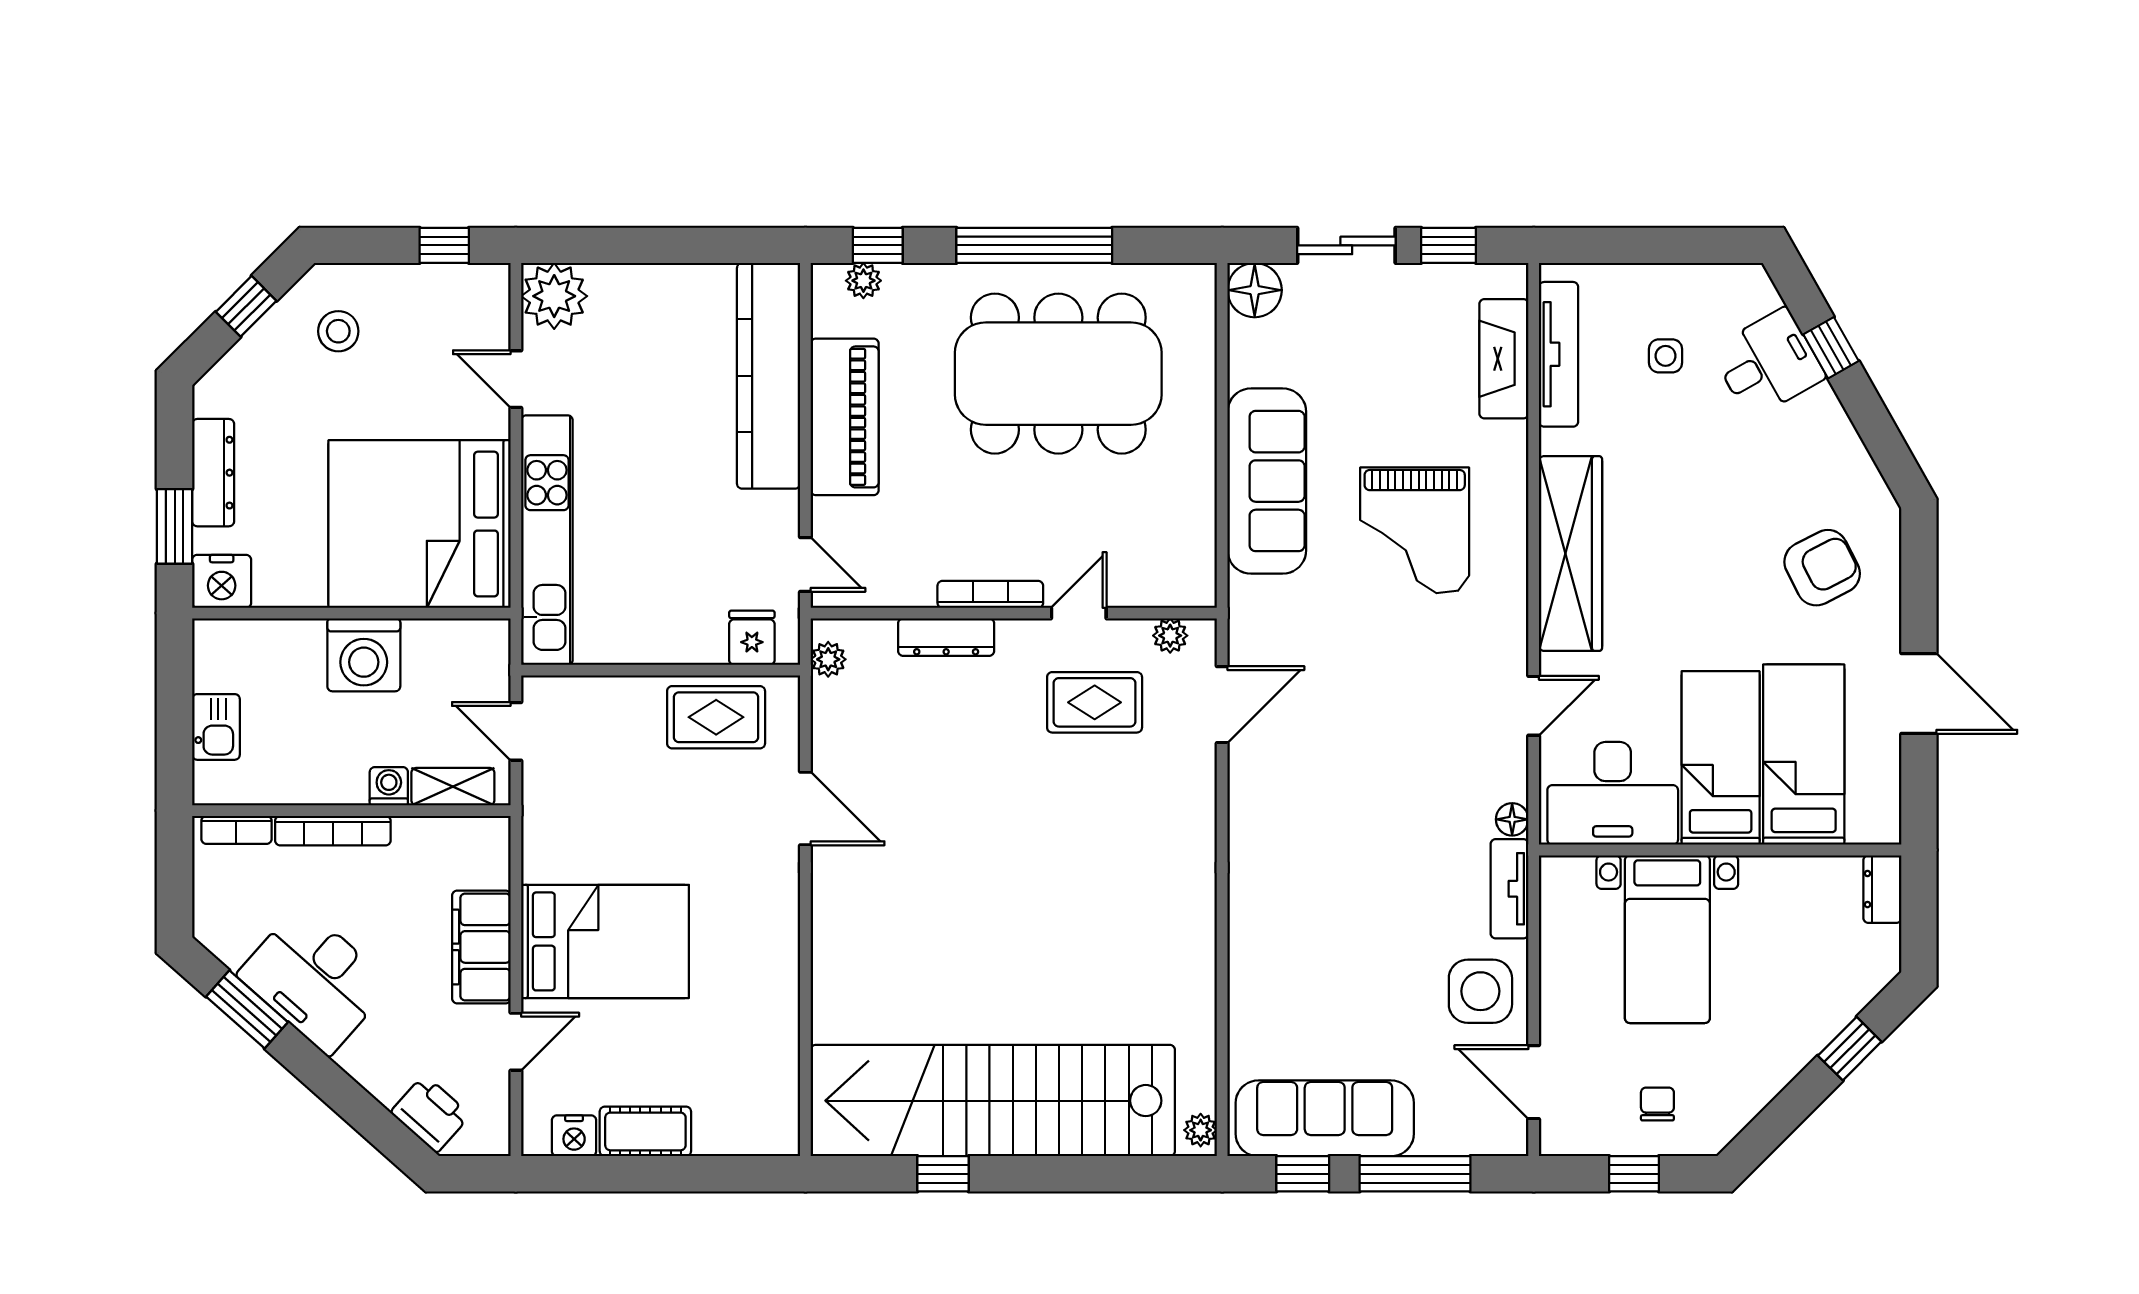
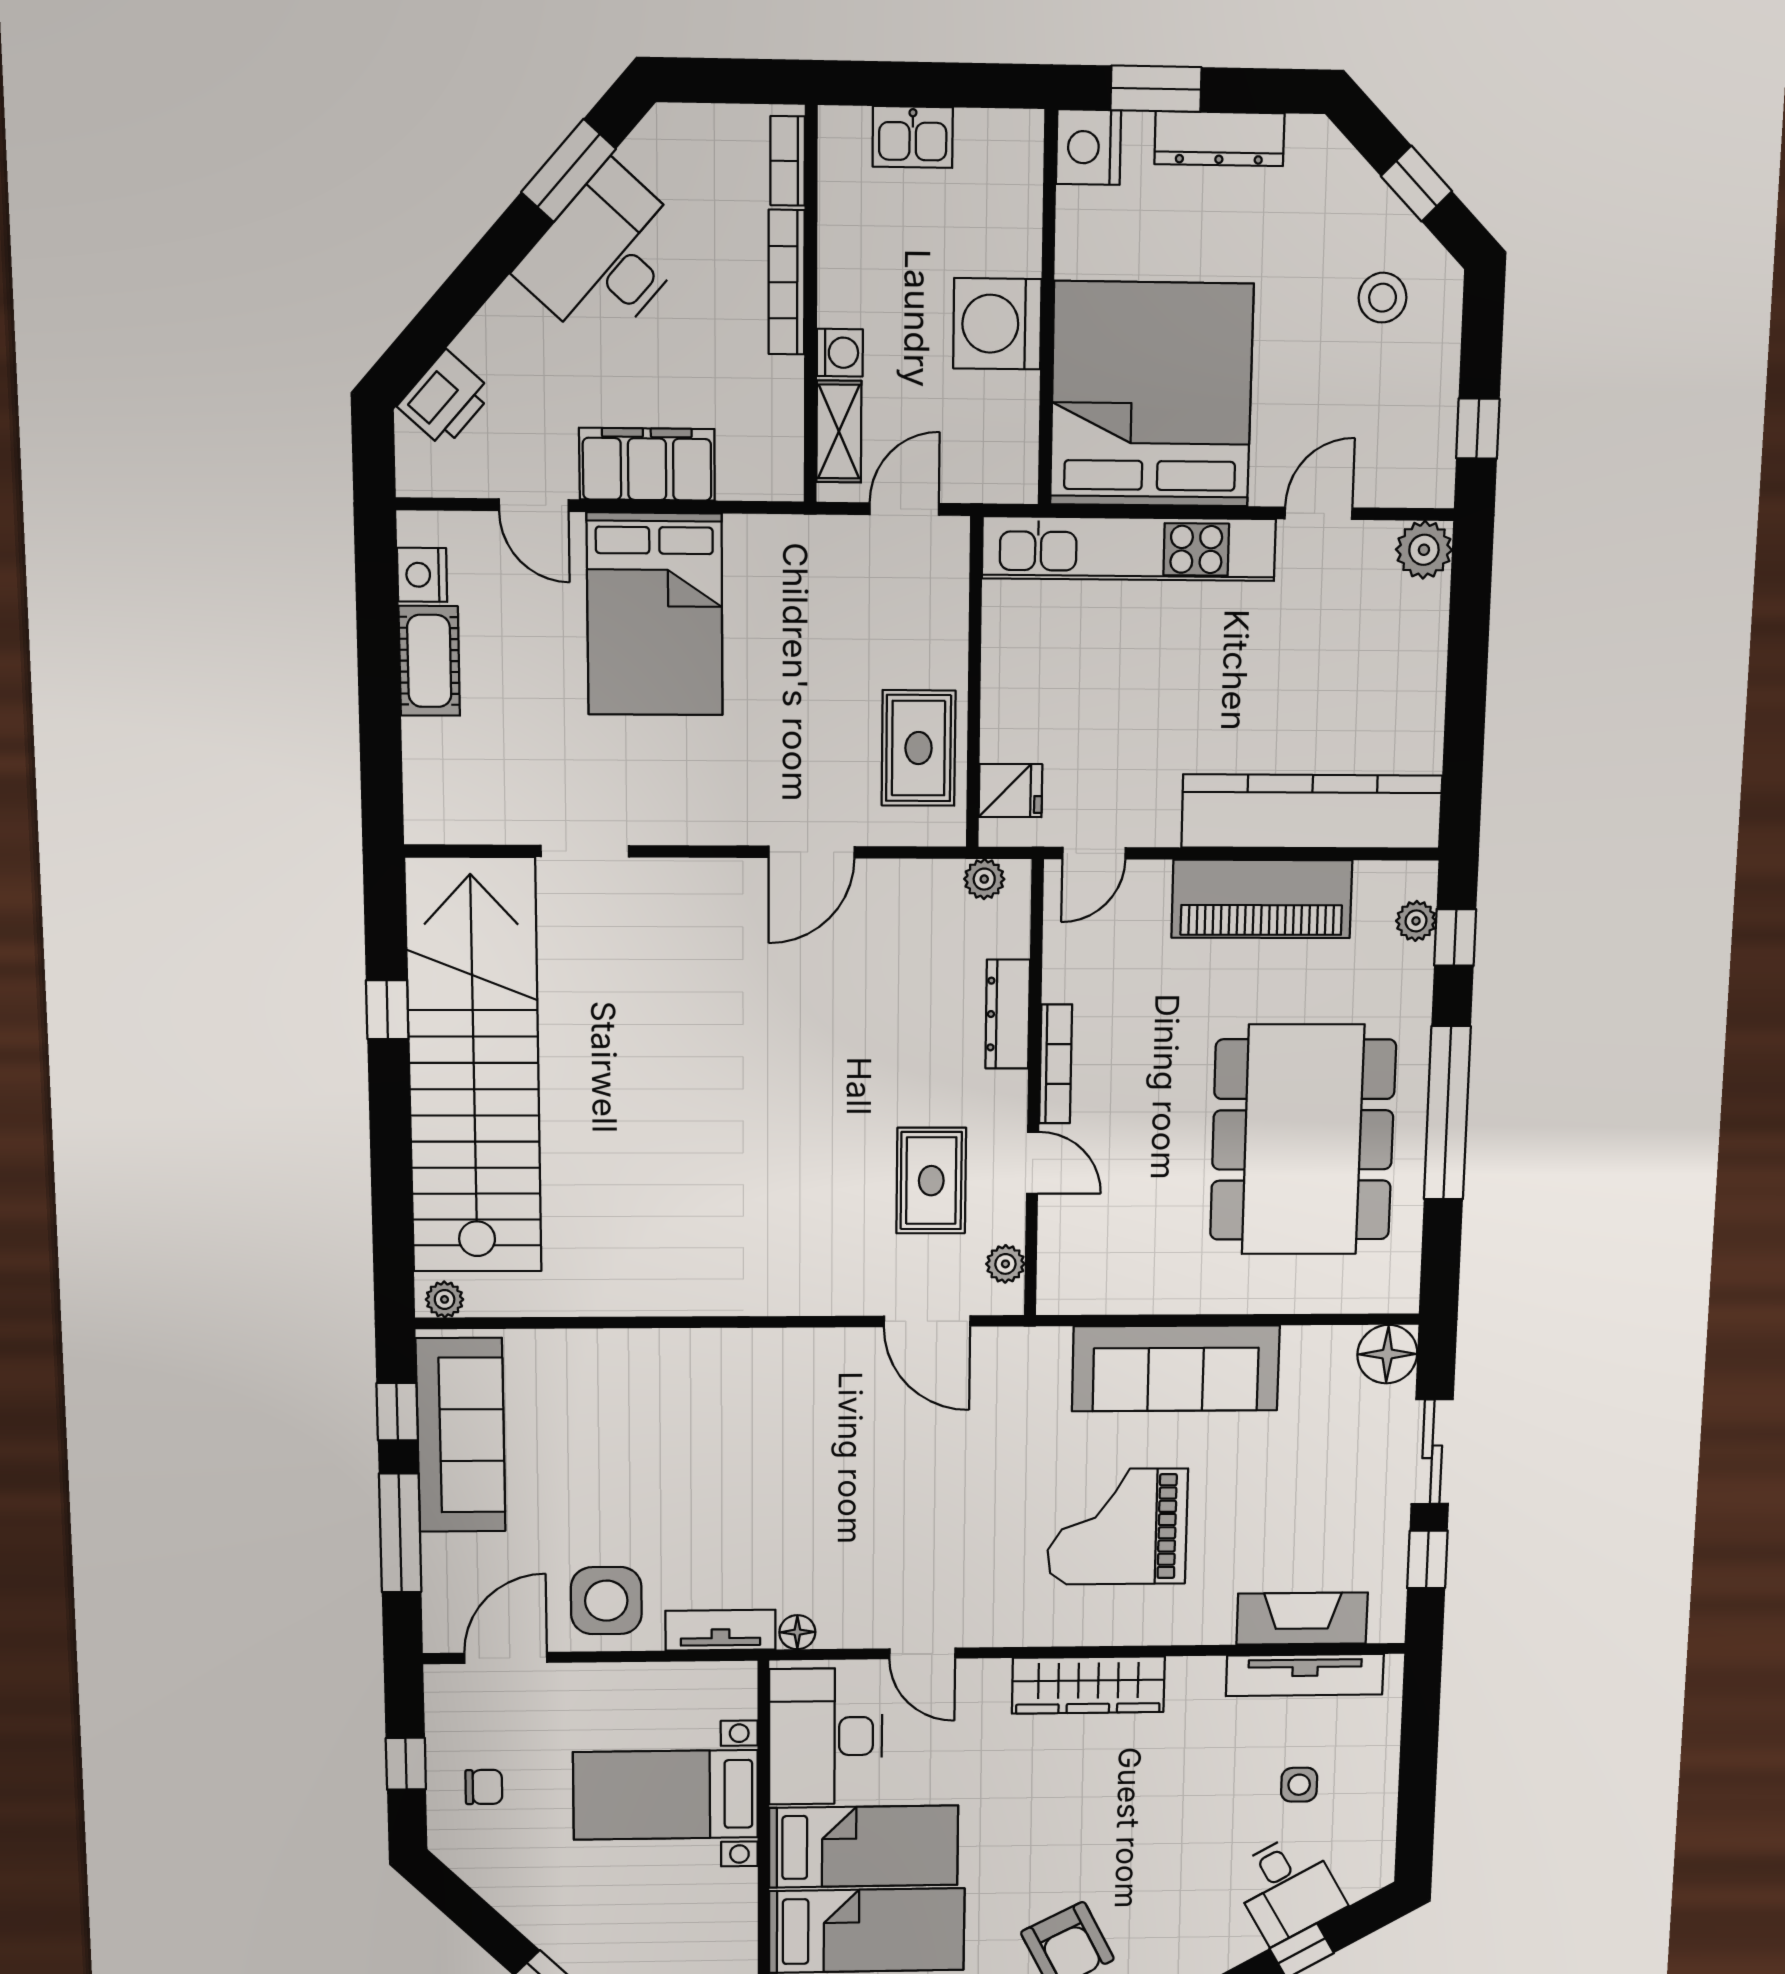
plant: (554, 296) -> (1424, 550), width x0.73, depth x0.73
wardrobe: (1571, 554) -> (1088, 1685), width x0.71, depth x0.85
doorway: (805, 1003) -> (585, 851), added

